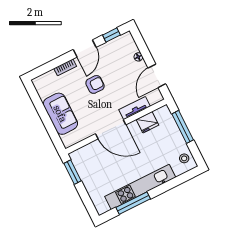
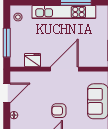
tv unit: (135, 108) -> (37, 76), removed
door: (111, 129) -> (64, 69), hinge flipped

